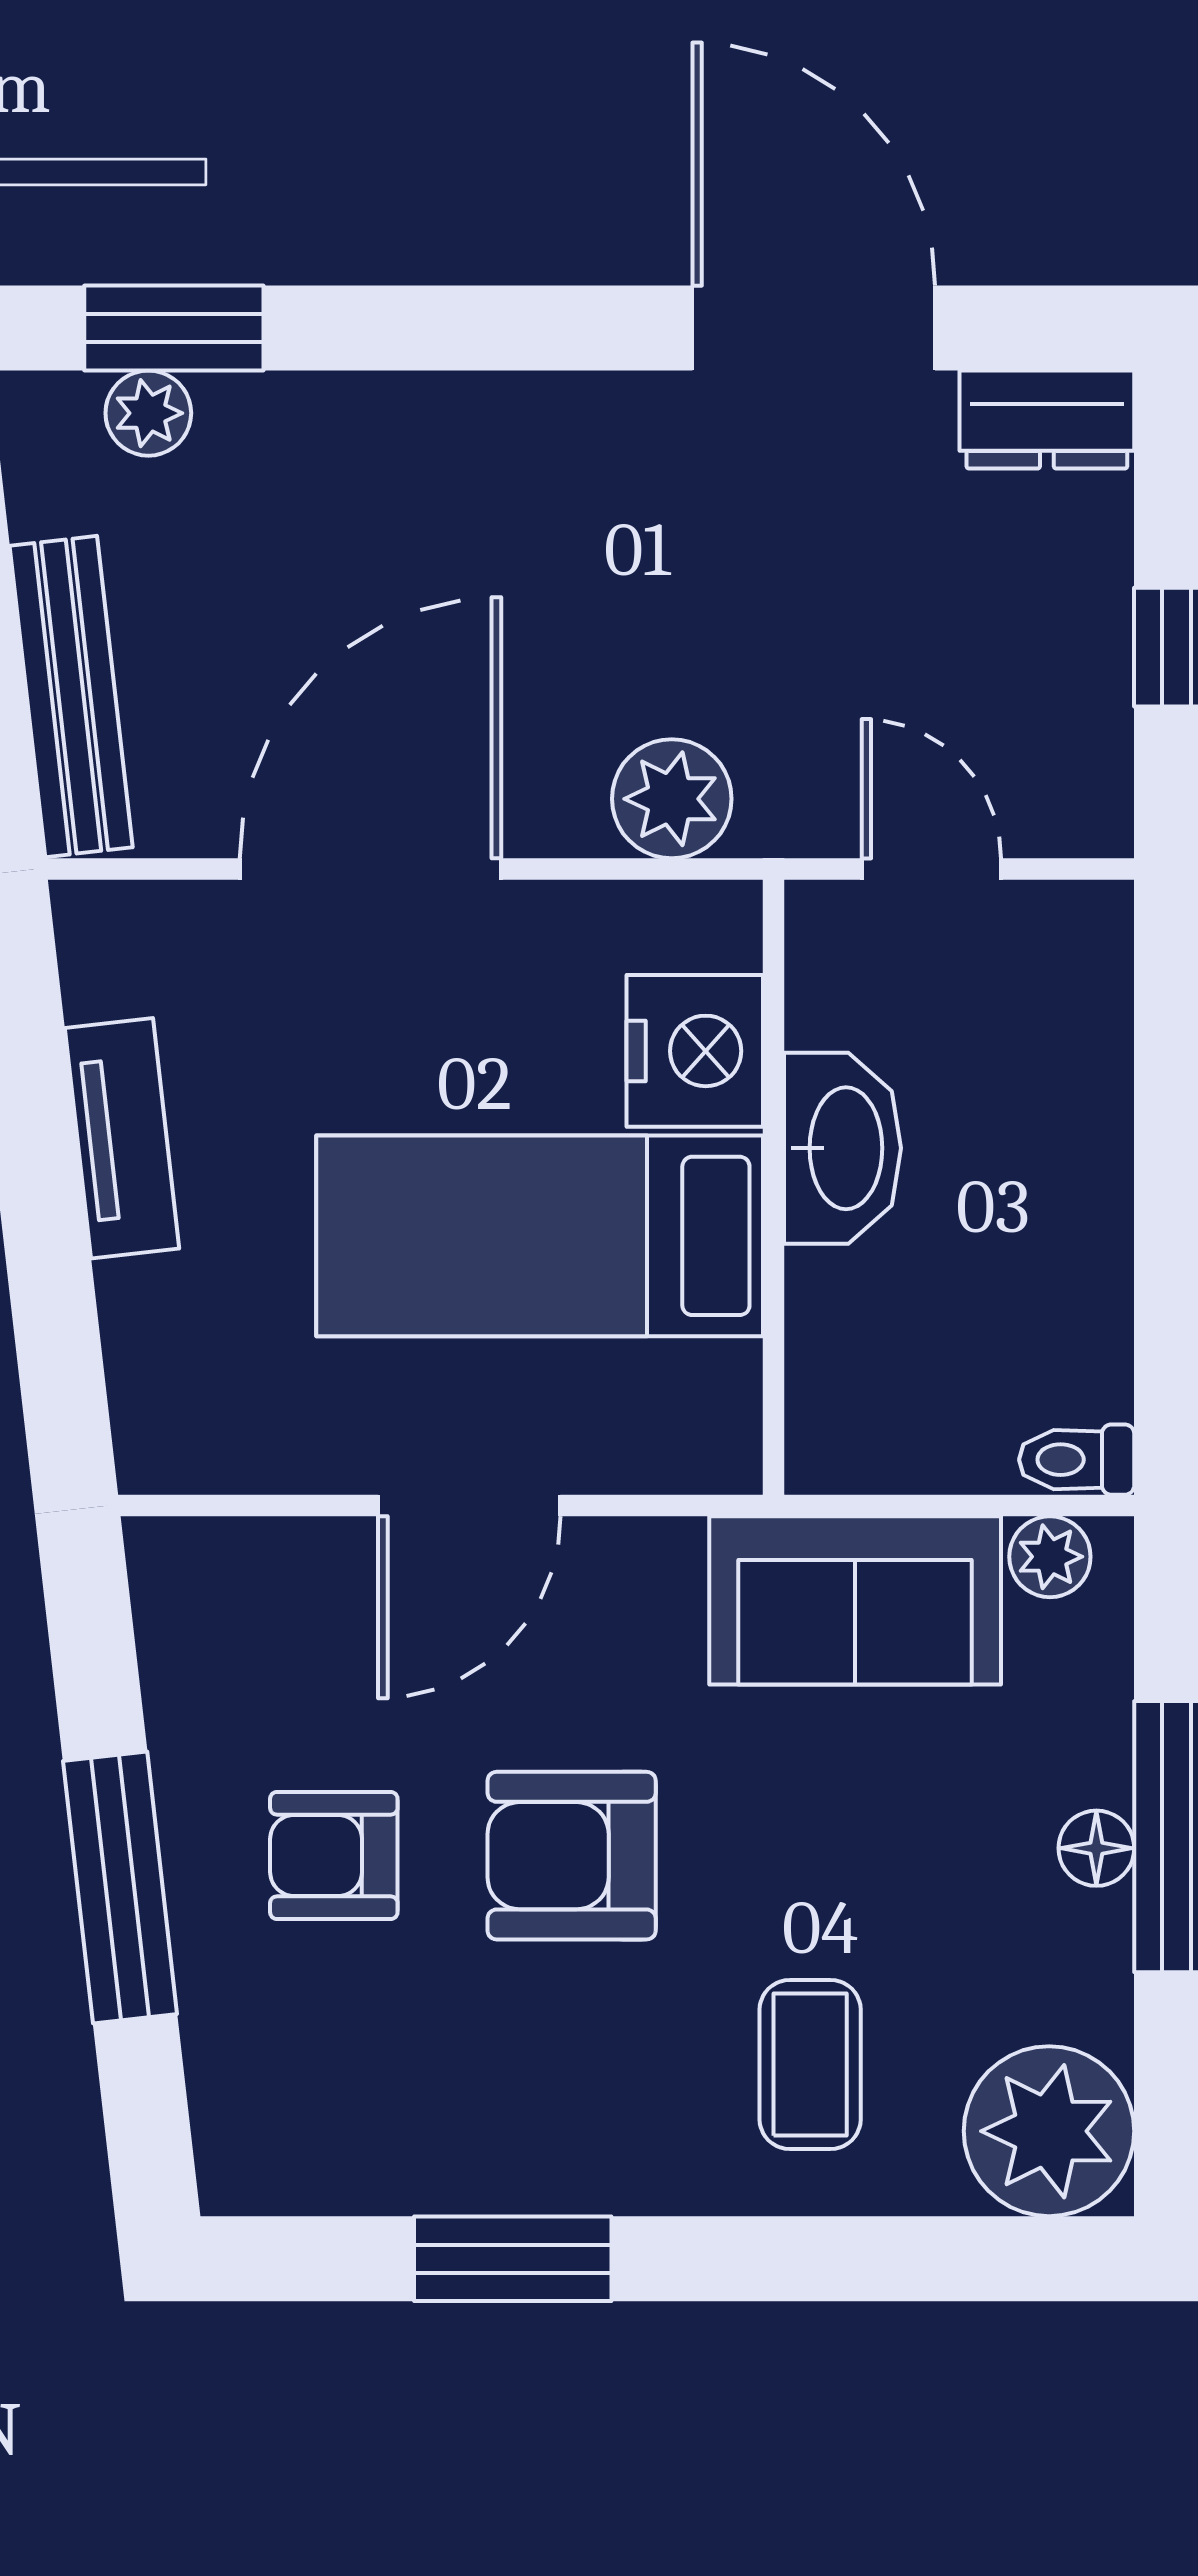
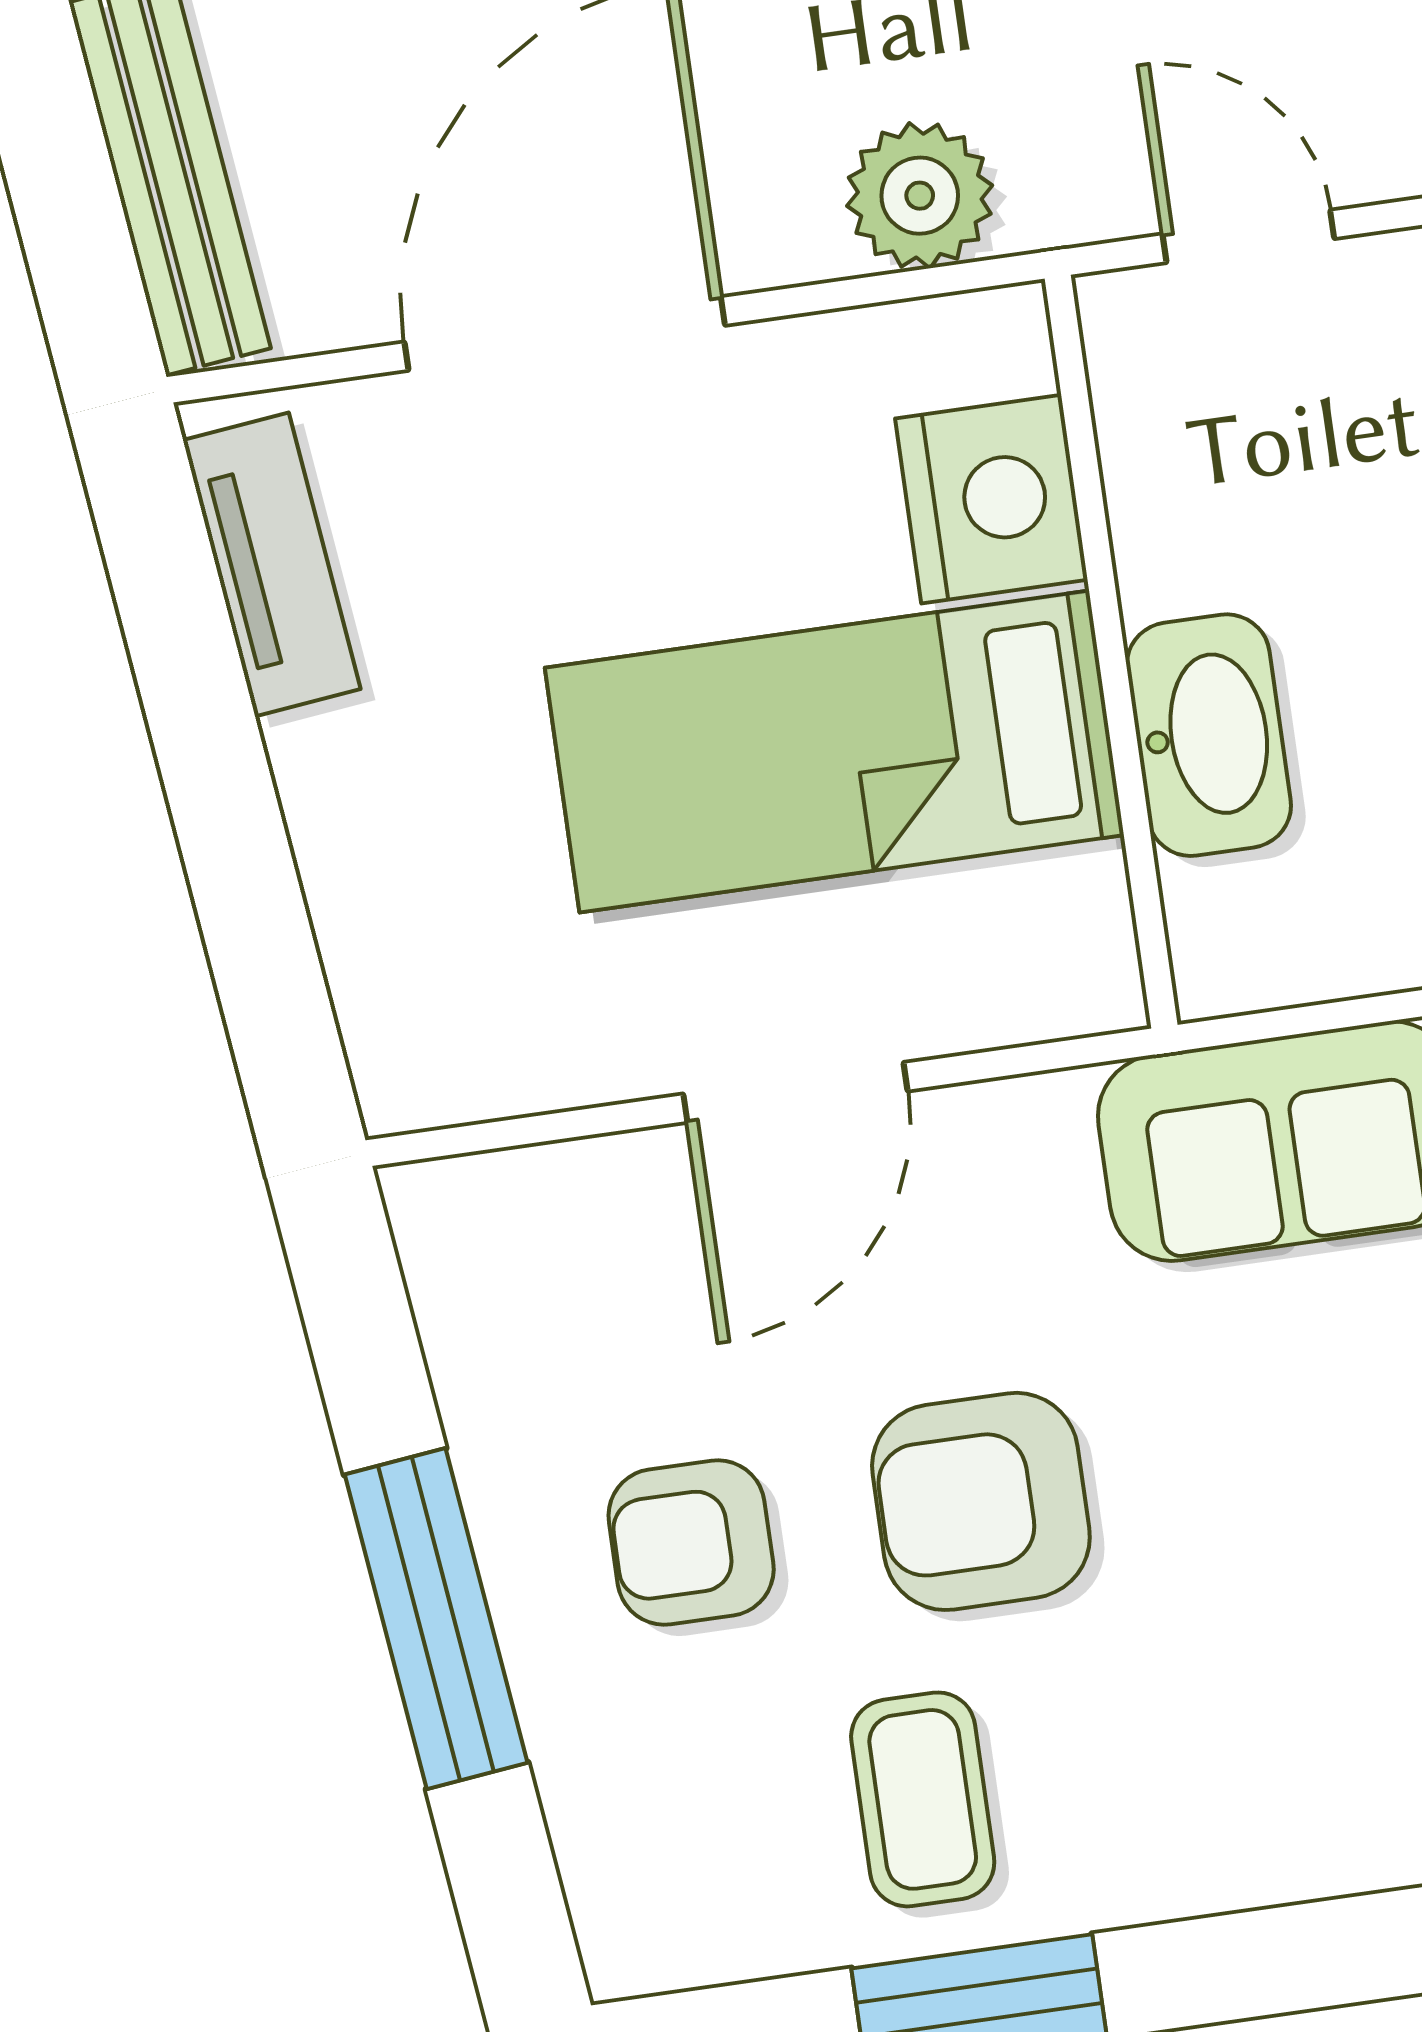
tv unit: (122, 1138) -> (272, 564), moved
washbasin: (842, 1148) -> (1209, 735), moved
coffee table: (810, 2064) -> (923, 1799), moved

